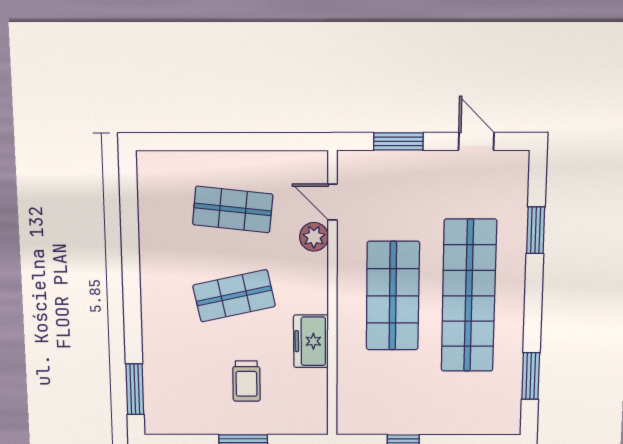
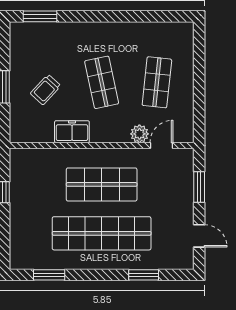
door: (476, 141) -> (199, 236), hinge flipped
trolley: (246, 381) -> (46, 90), turned -47

